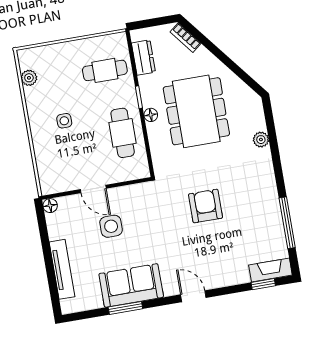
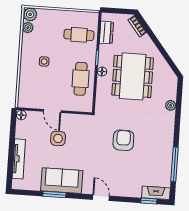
plant: (28, 58) -> (30, 14), added

